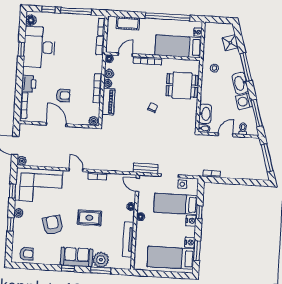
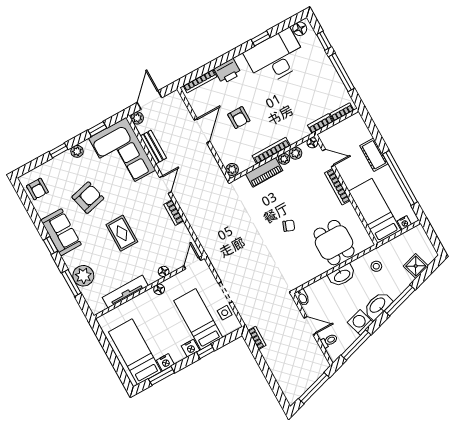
cot: (128, 23) -> (374, 155), moved
washbasin: (205, 114) -> (342, 276), moved
bench: (145, 168) -> (153, 147), moved
sofa: (77, 257) -> (61, 232), moved

